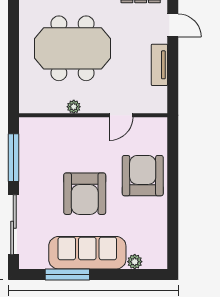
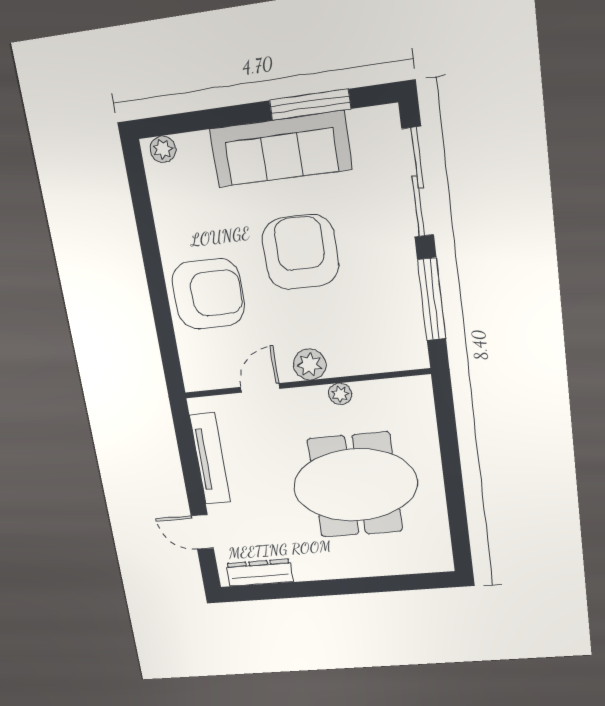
tv unit: (159, 65) -> (210, 459), width x1.41
plant: (89, 127) -> (310, 364), added
armchair: (143, 176) -> (208, 294), turned -90
plant: (135, 262) -> (163, 149), moved

